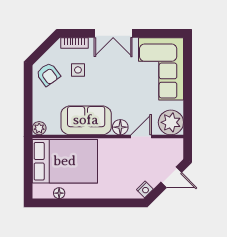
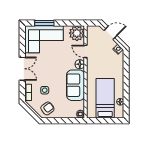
window: (188, 69) -> (44, 23), added
bed: (65, 161) -> (105, 98), width x0.67
door: (171, 177) -> (110, 33), hinge flipped

